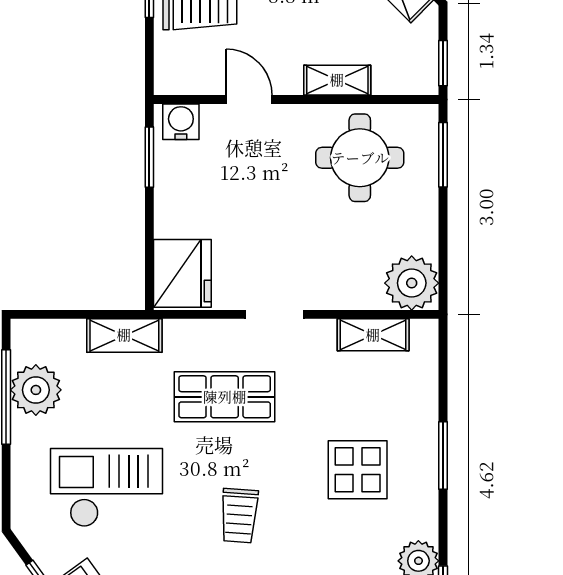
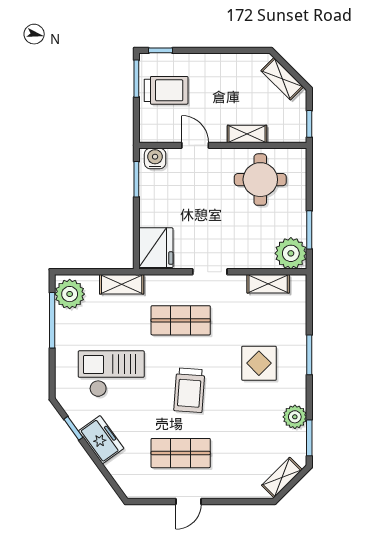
window: (443, 155) -> (309, 230), moved
plant: (36, 390) -> (70, 294), moved
trolley: (239, 516) -> (189, 390), width x1.36, depth x1.39

